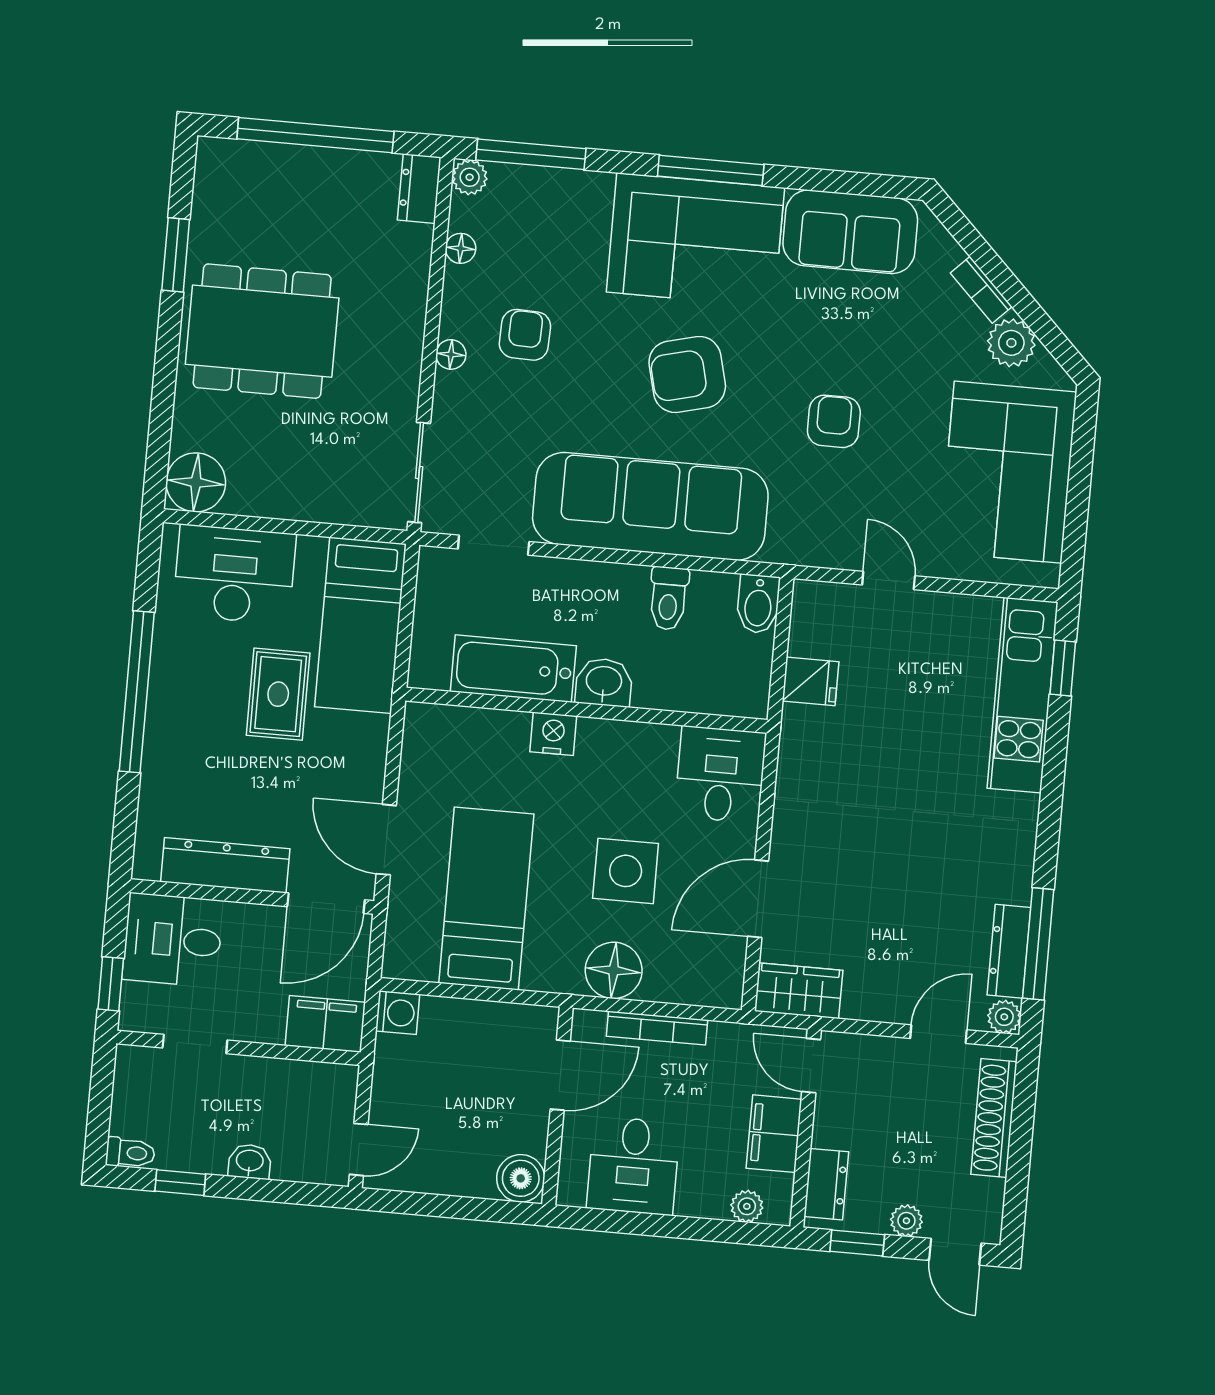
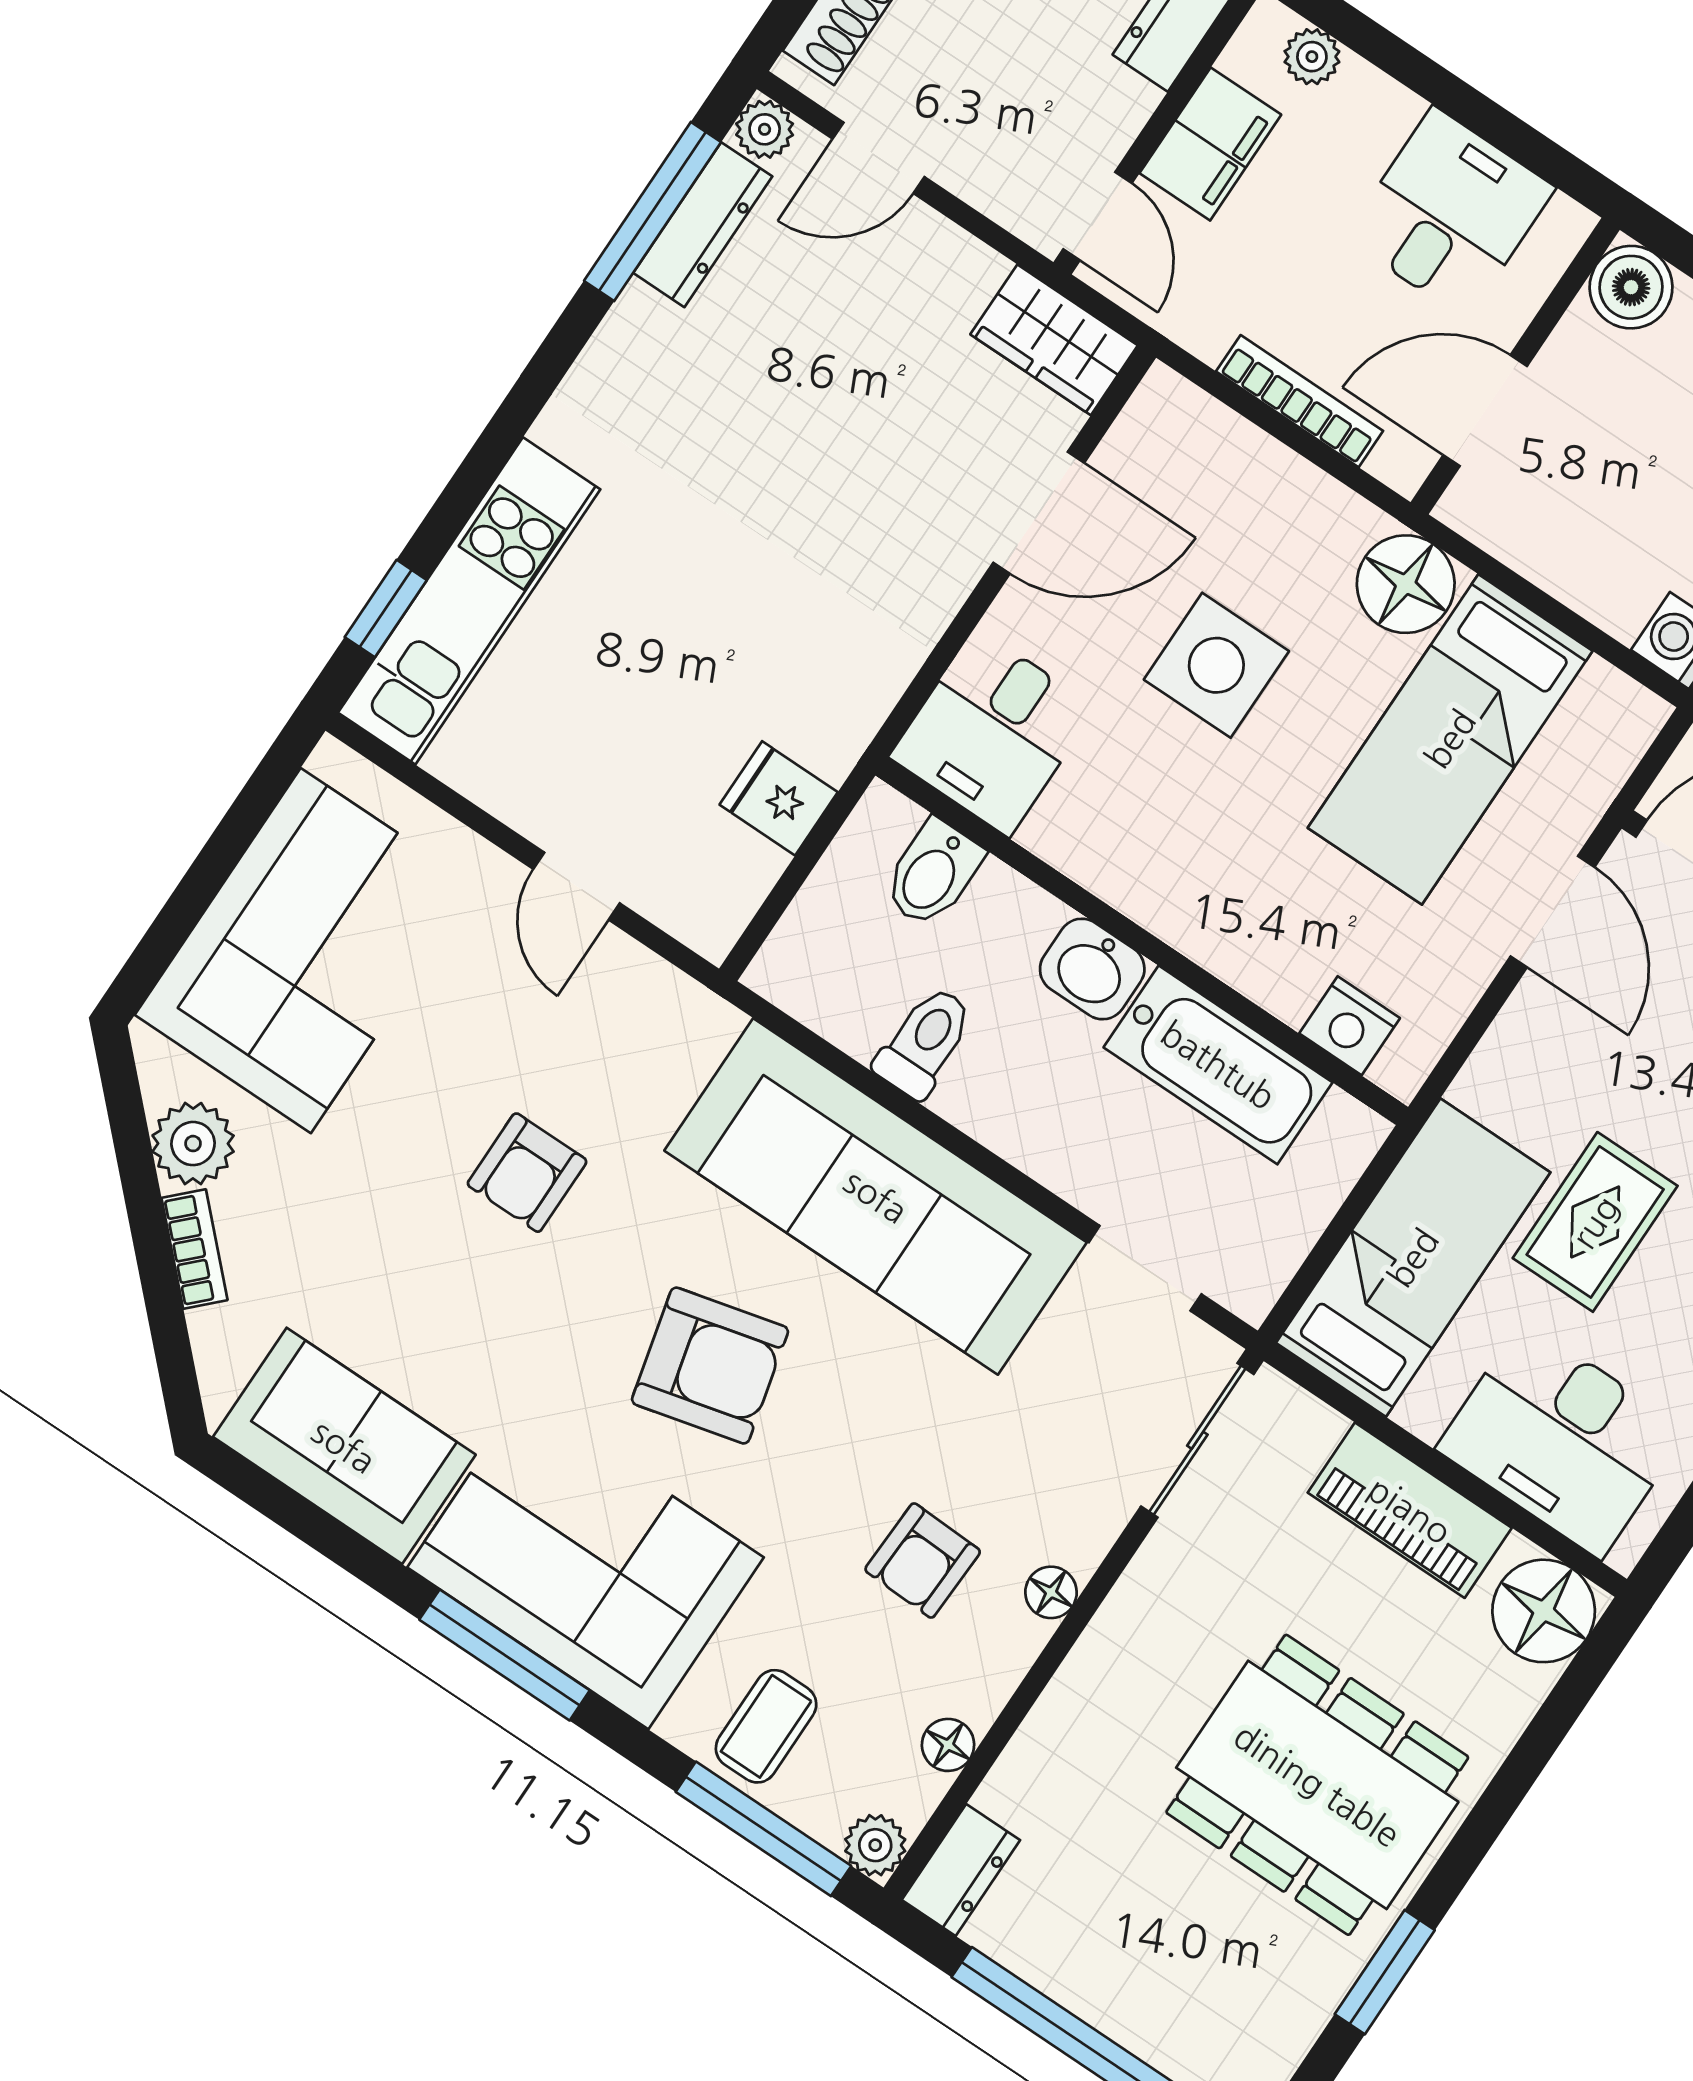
coffee table: (558, 207) -> (766, 1726), added
piano: (292, 496) -> (1410, 1510), added
bidet: (758, 604) -> (933, 874), moved, turned 180
nightstand: (553, 734) -> (1350, 1026), moved
floor lamp: (614, 970) -> (1406, 584), moved

